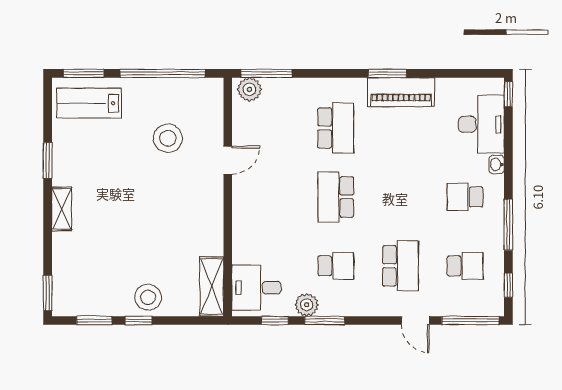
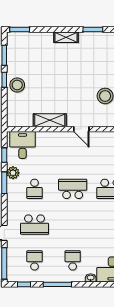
door: (228, 160) -> (81, 129), moved
school desk: (465, 266) -> (35, 260), turned 180
shelving: (212, 287) -> (50, 120), moved

